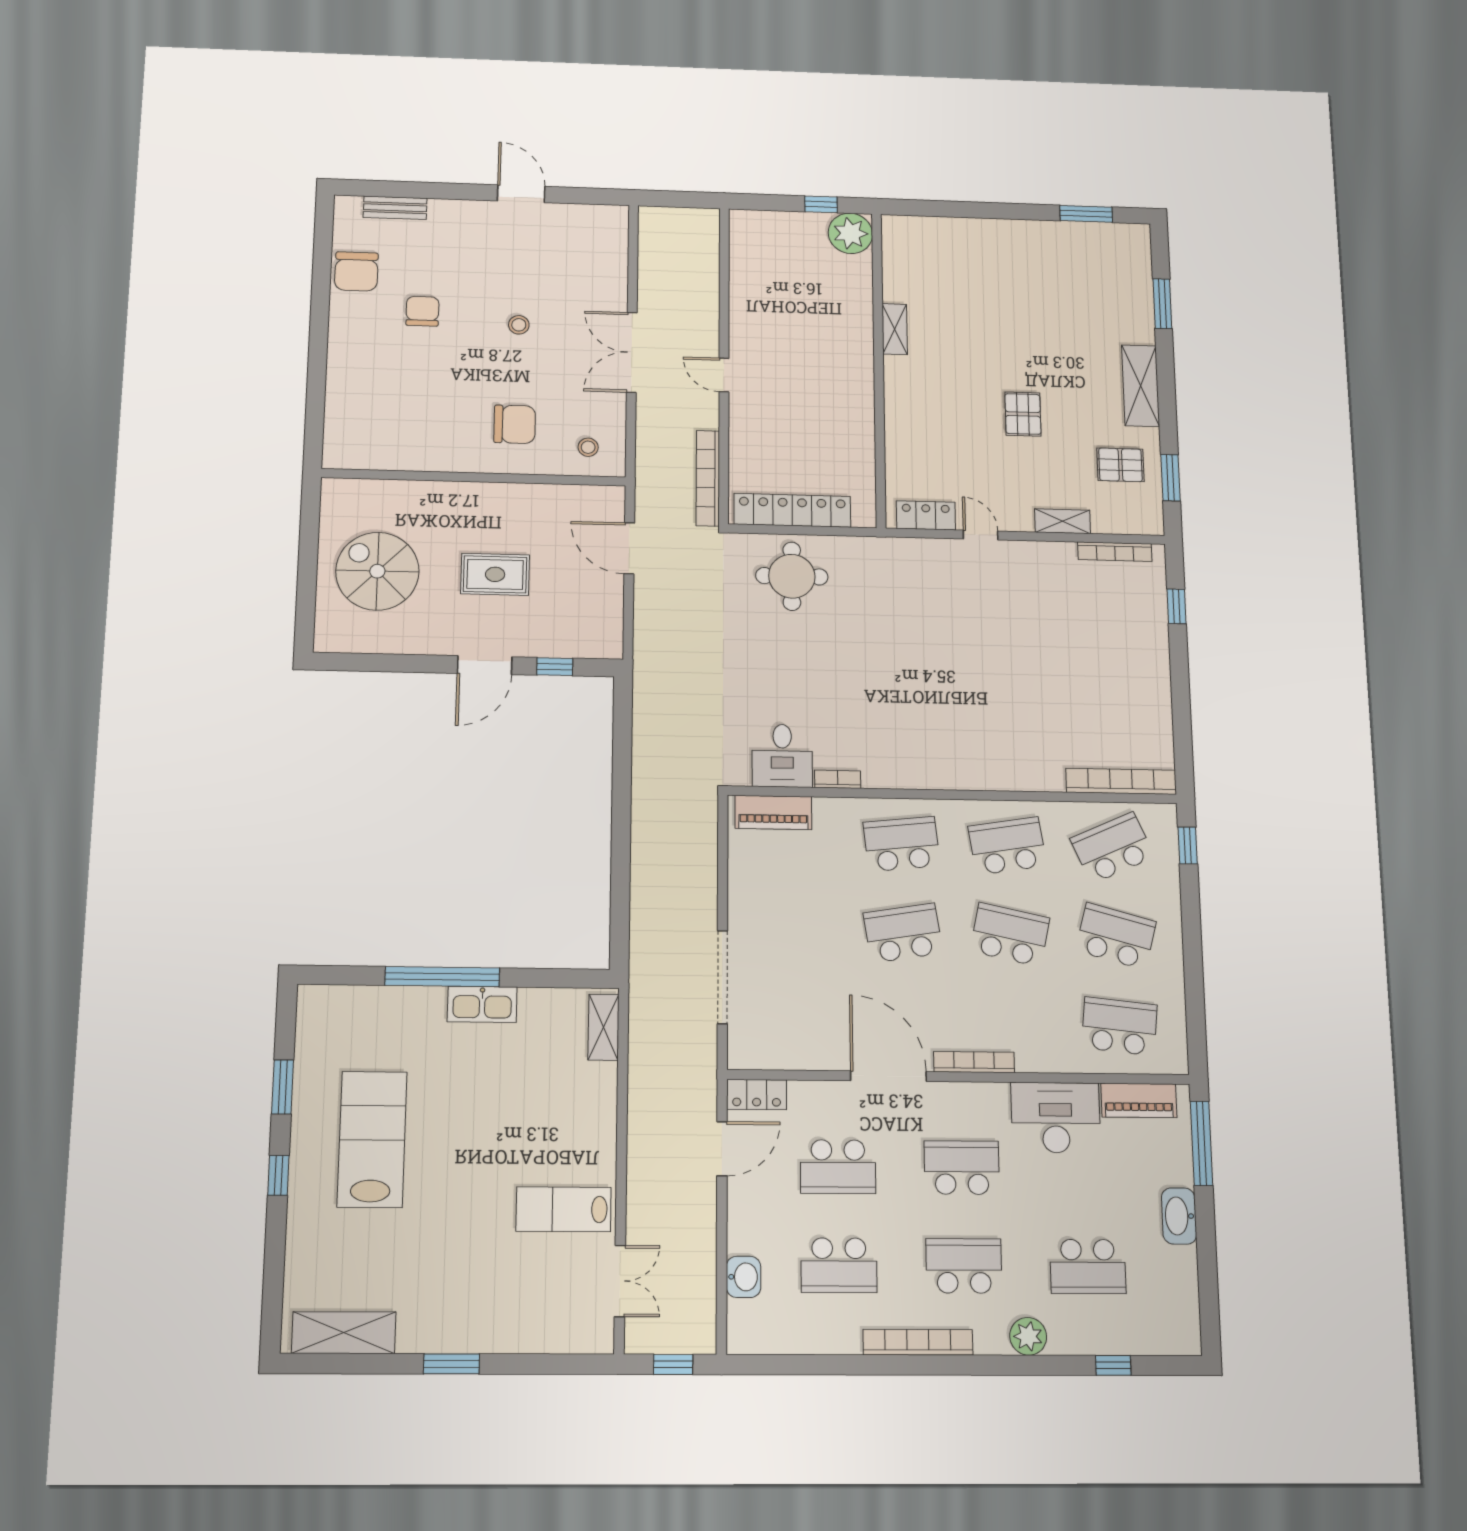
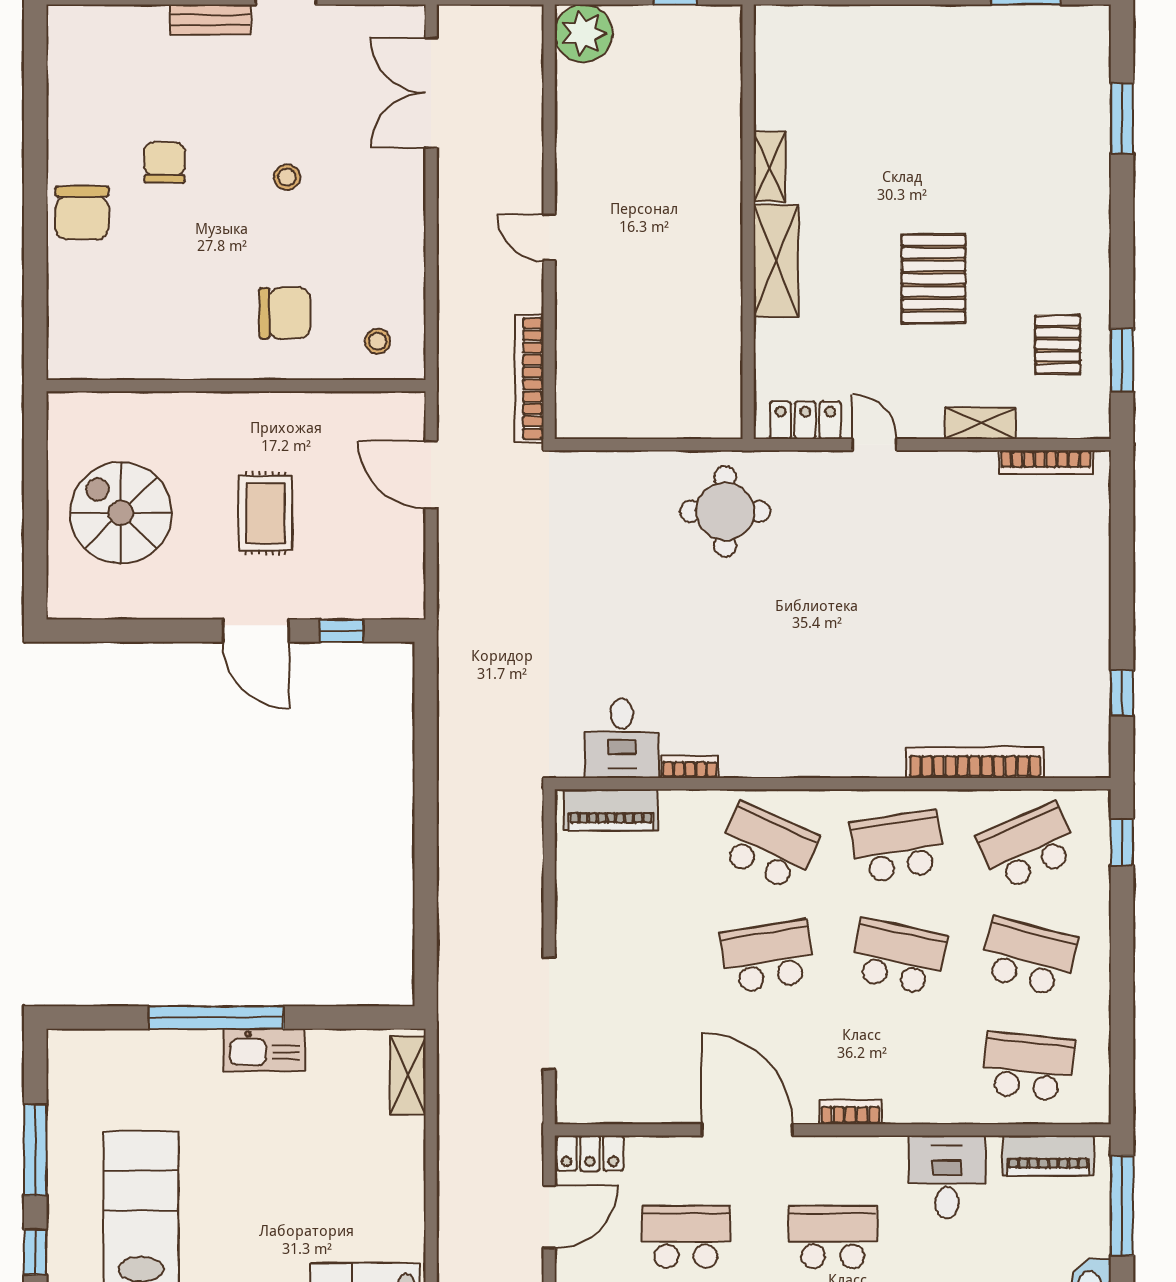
bench: (395, 208) -> (210, 20), moved
plant: (850, 233) -> (584, 33), moved
chair: (356, 271) -> (82, 213), moved
double door: (632, 352) -> (431, 93), moved
shelving: (1141, 386) -> (776, 261), moved
pallet: (1023, 414) -> (933, 279), width x1.50, depth x1.42
pallet: (1120, 465) -> (1058, 345), turned 90
locker: (792, 510) -> (636, 418), removed
rug: (495, 574) -> (266, 513), turned 90
round table: (792, 576) -> (725, 511), moved
window: (1176, 606) -> (1122, 693), moved
door: (485, 665) -> (256, 631), hinge flipped
bookcase: (1121, 781) -> (975, 762), moved
school desk: (902, 844) -> (768, 847), turned 30
bookcase: (974, 1062) -> (850, 1112), width x0.64
window: (283, 1087) -> (35, 1150), width x1.44
desk: (1056, 1118) -> (947, 1177), width x0.73
school desk: (838, 1167) -> (686, 1237), turned 180

